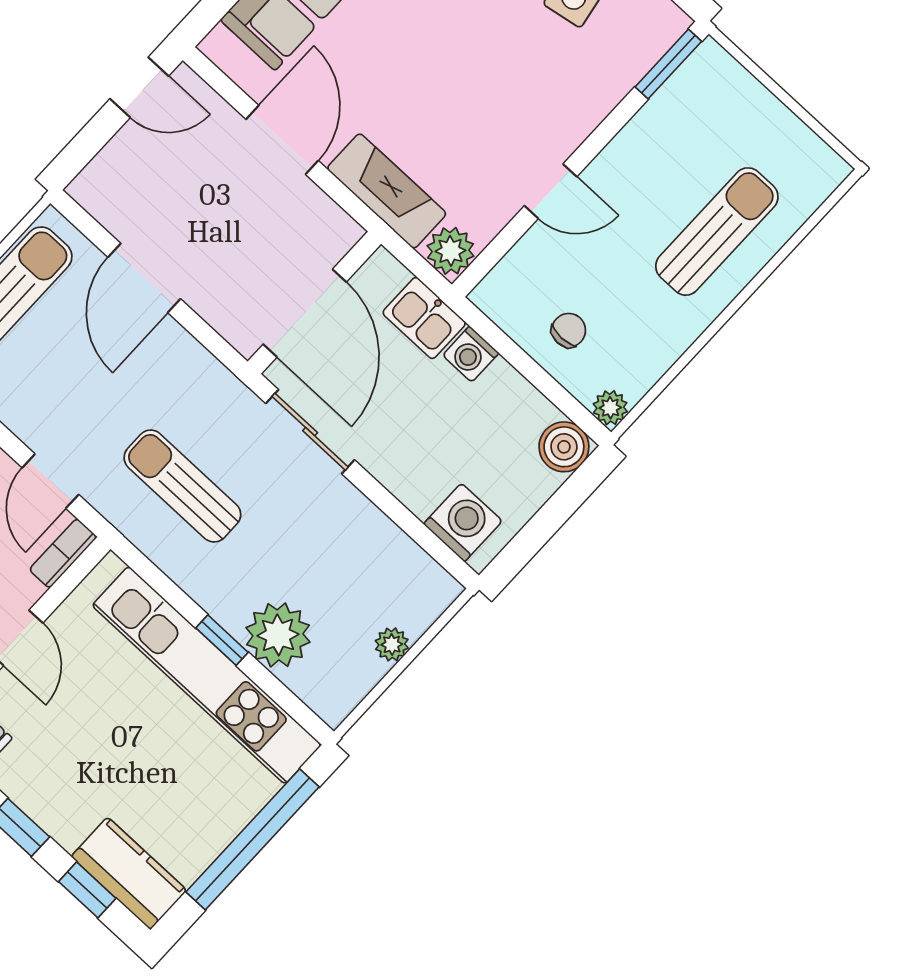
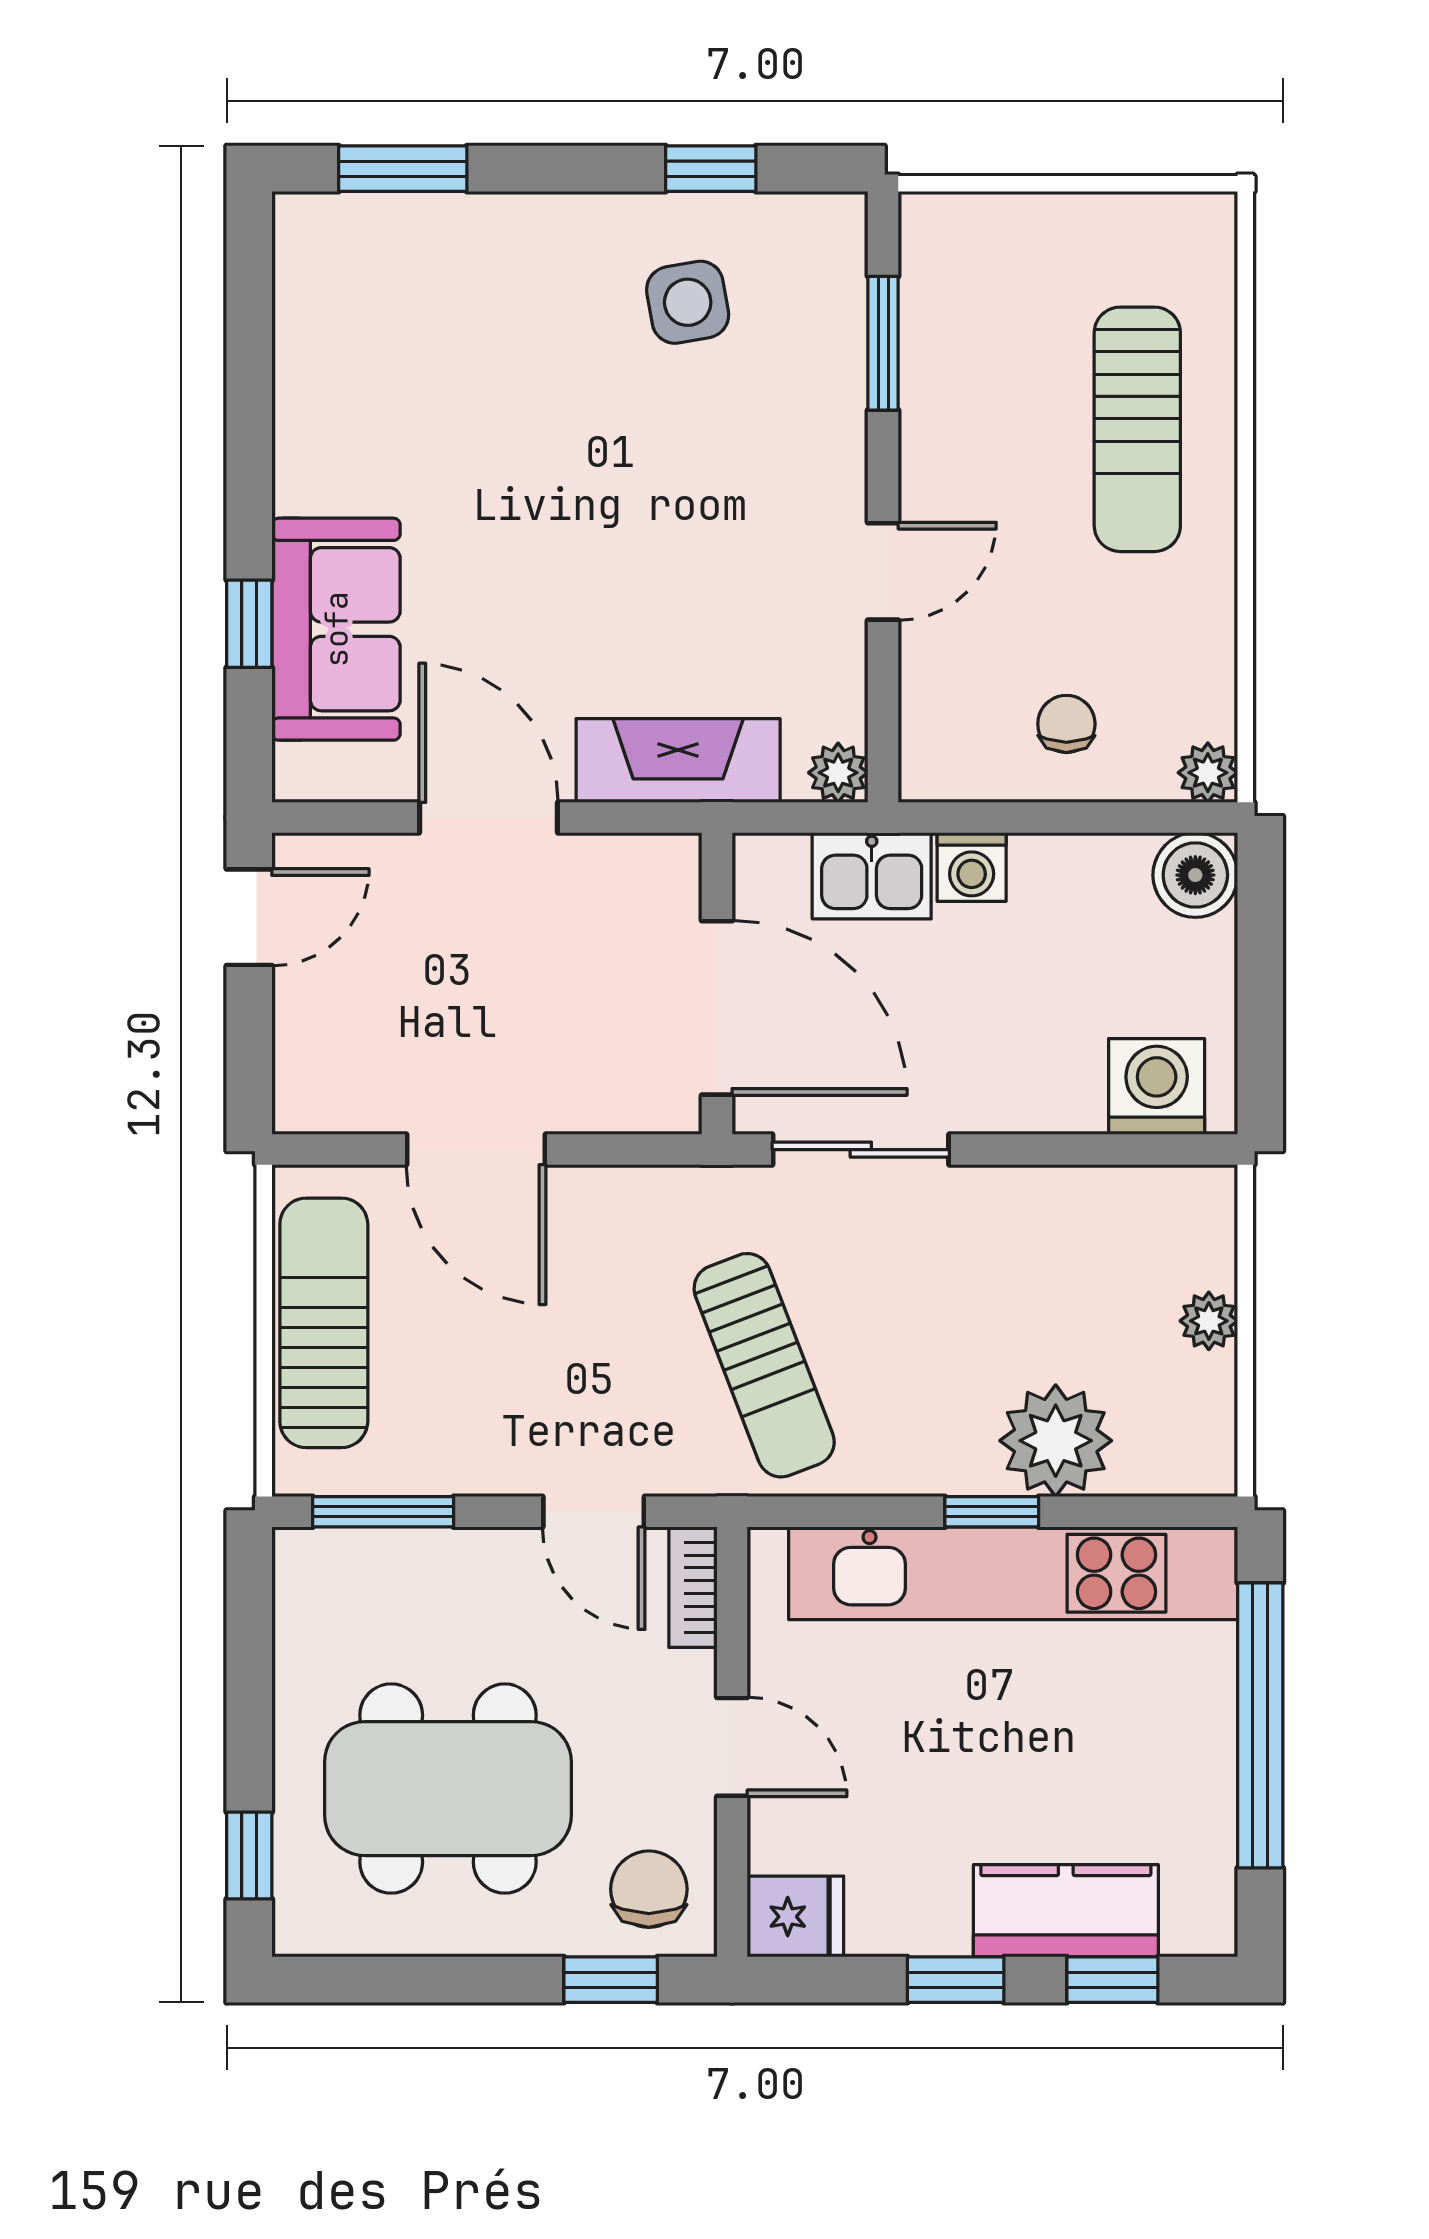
window: (668, 64) -> (883, 343), moved
sun lounger: (717, 232) -> (1137, 429), turned 180
plant: (450, 251) -> (838, 773), width x0.73, depth x0.73
sun lounger: (182, 486) -> (764, 1365), turned -111
kitchen counter: (129, 873) -> (1066, 1911), moved

